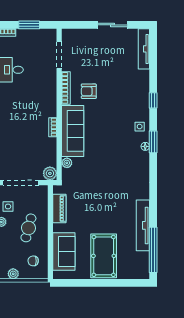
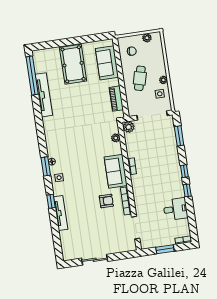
tv unit: (144, 49) -> (61, 213), moved
sofa: (73, 131) -> (116, 171), width x0.73

